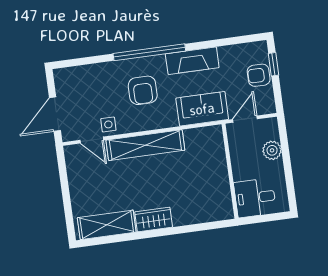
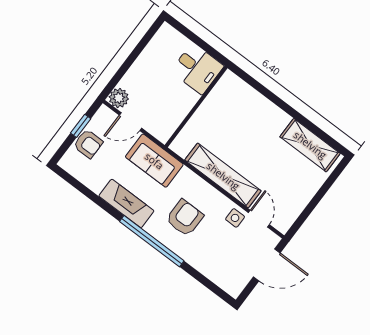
window: (273, 64) -> (81, 126), moved
plant: (272, 150) -> (119, 98), moved
wall: (230, 171) -> (196, 107), moved
desk: (255, 198) -> (197, 69), moved
wardrobe: (154, 219) -> (271, 115), removed

